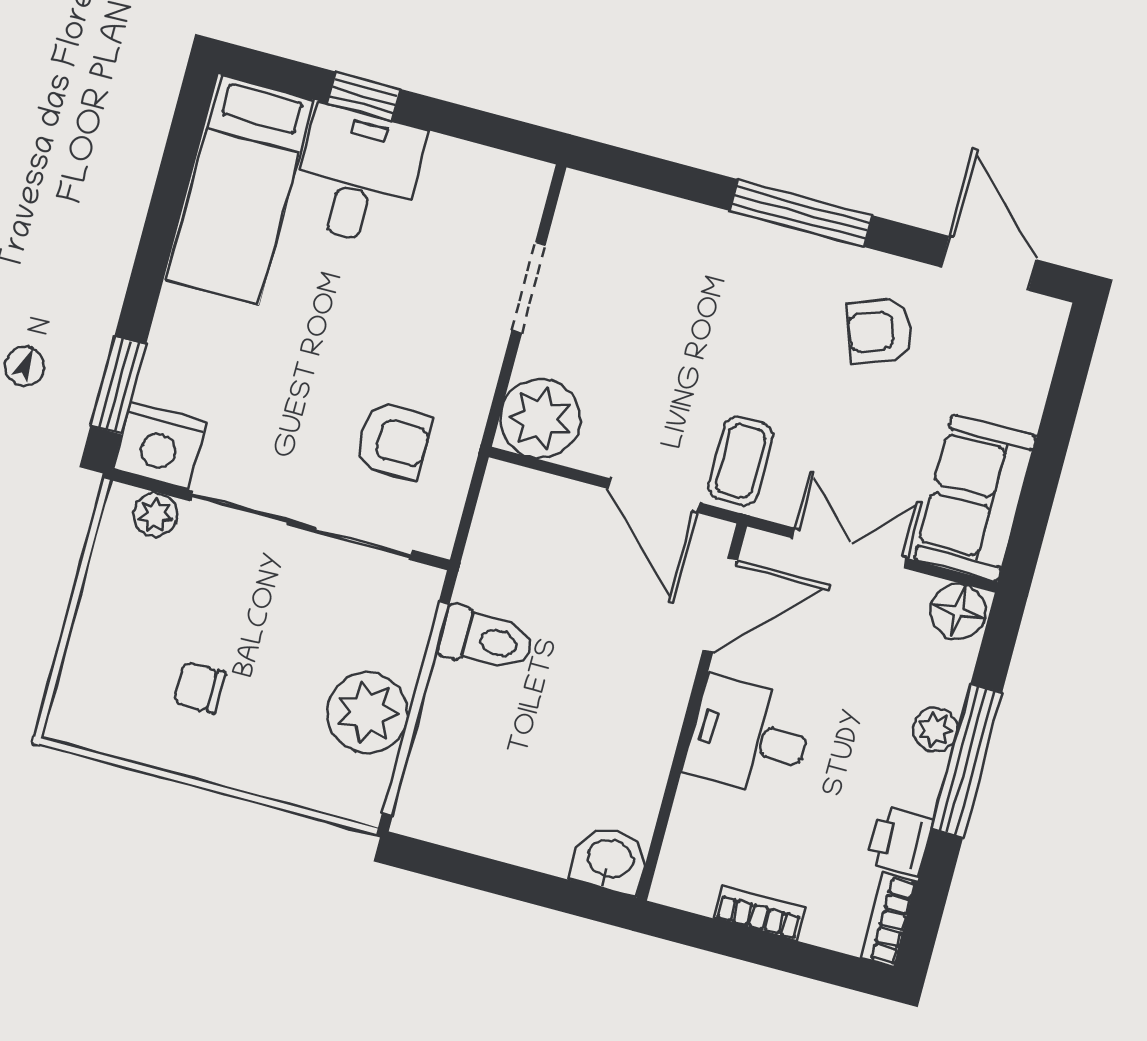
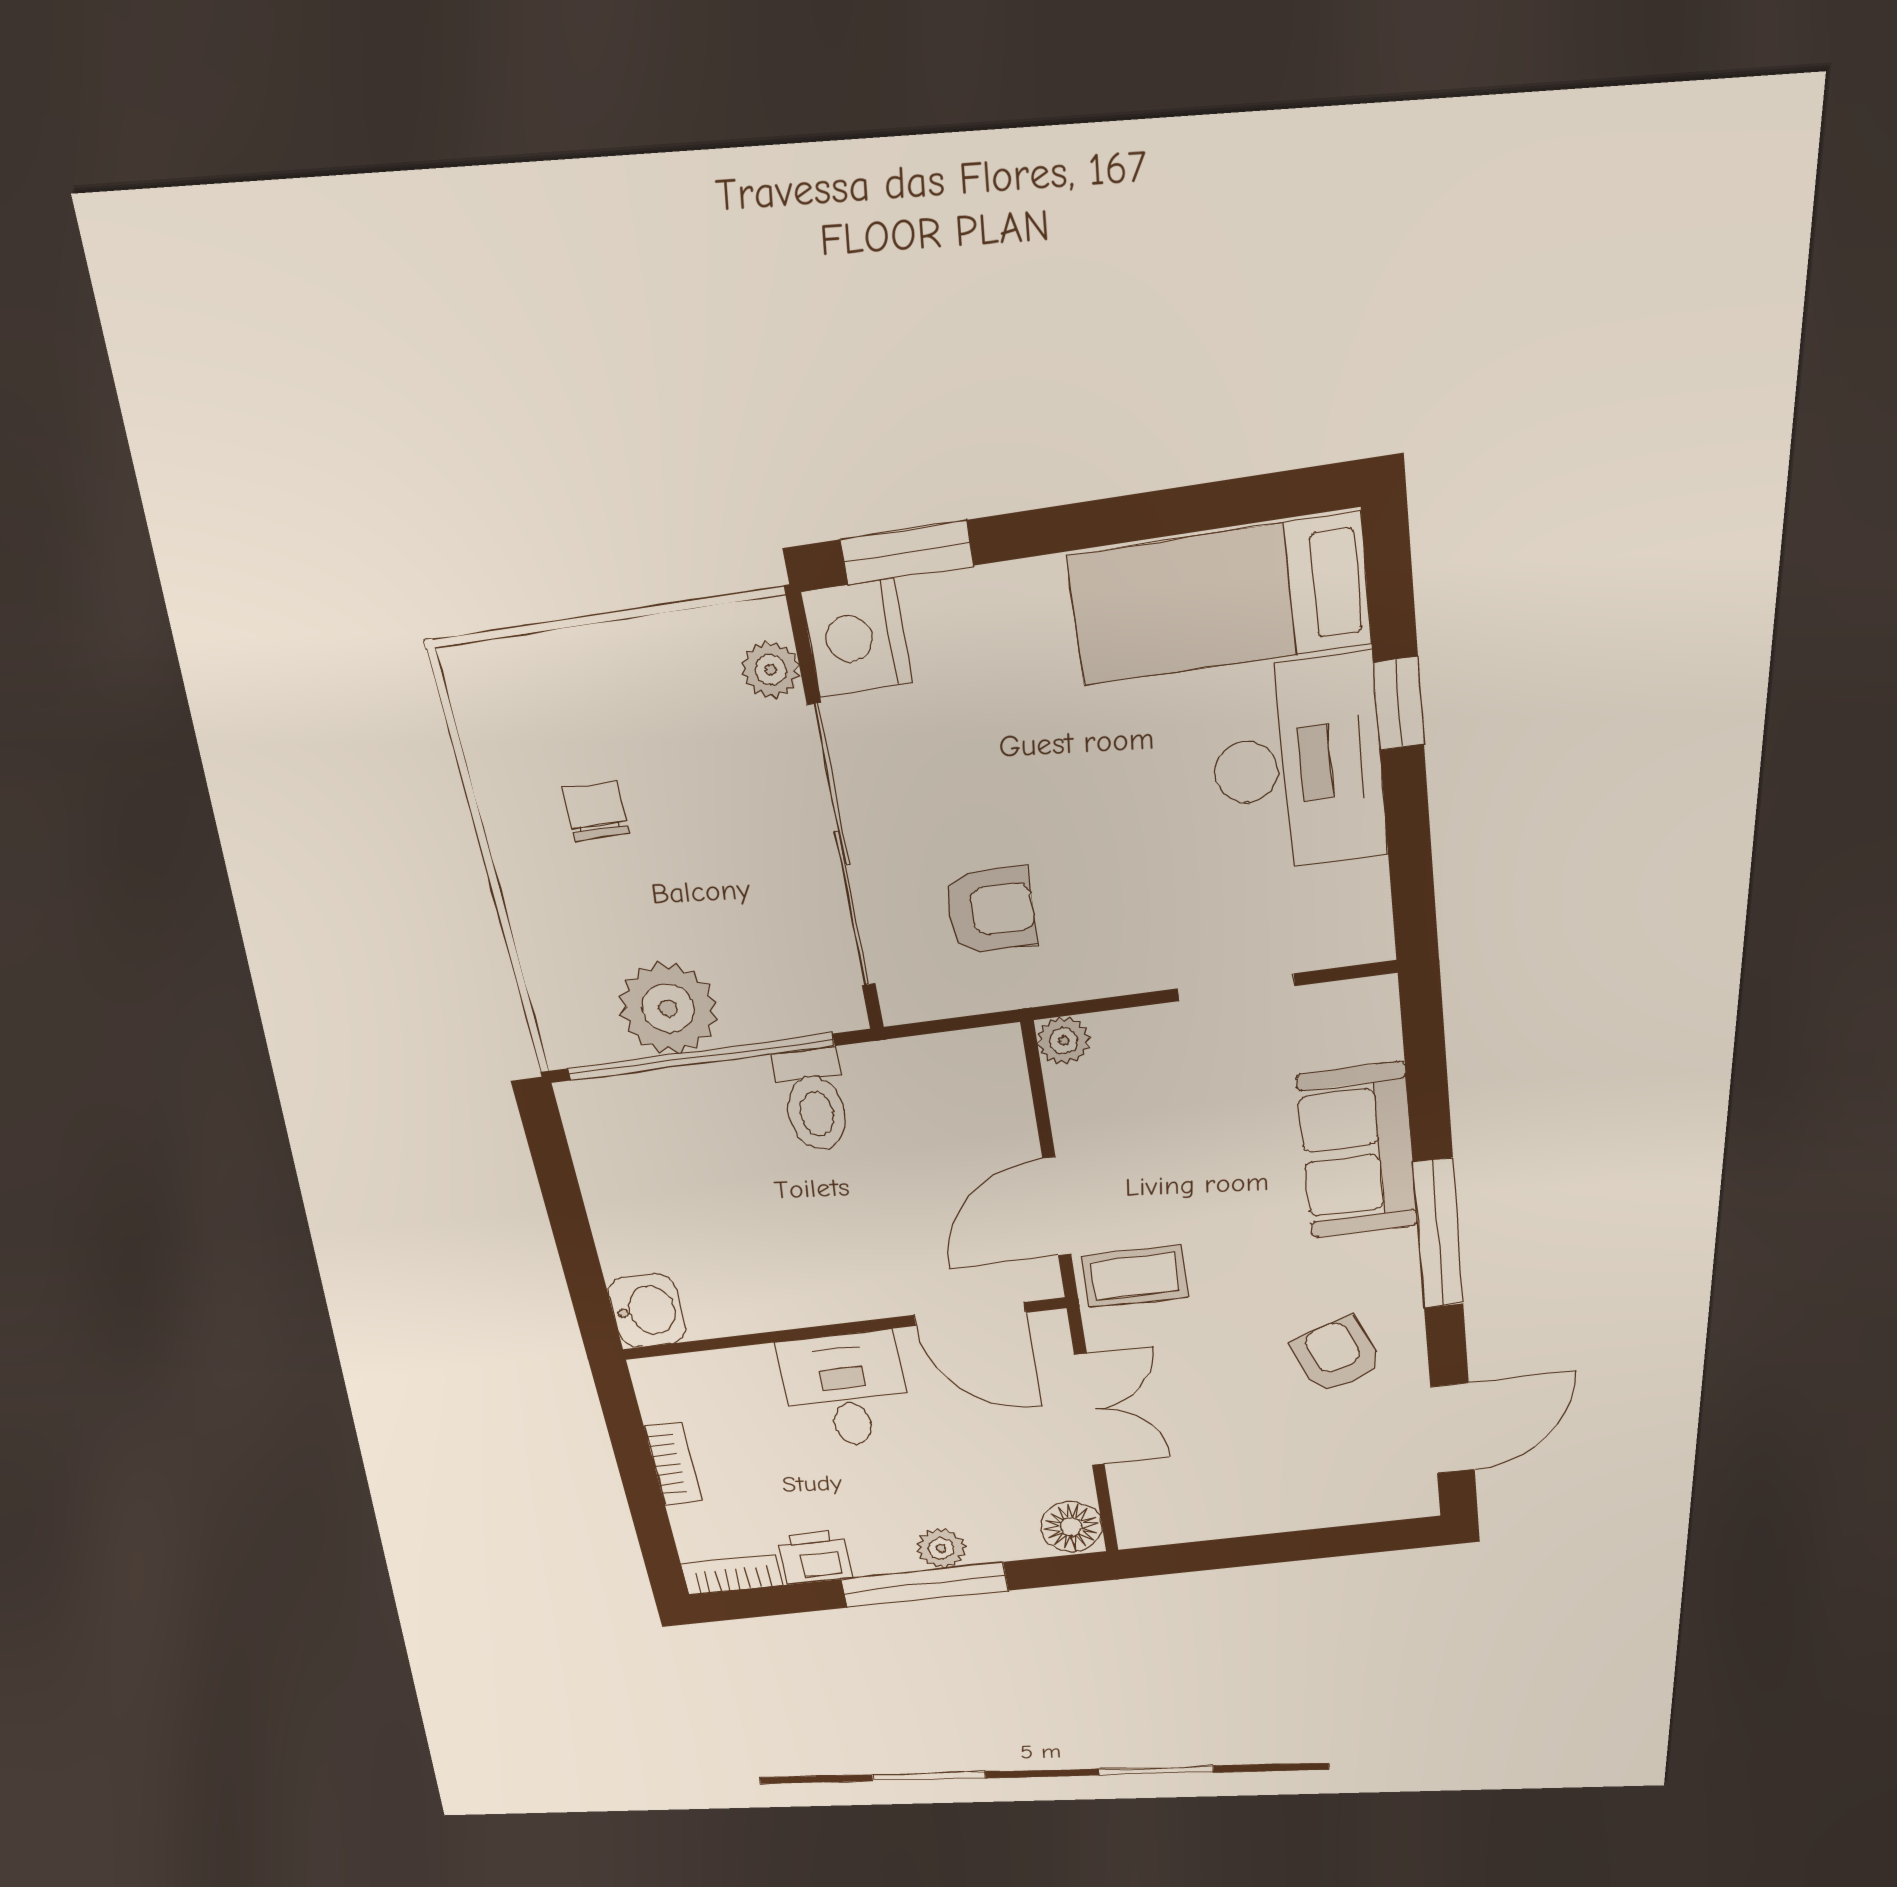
desk: (358, 176) -> (1297, 765), width x1.37
plant: (540, 419) -> (1064, 1041), width x0.53, depth x0.53
armchair: (393, 441) -> (991, 910), turned -90
sofa: (975, 498) -> (1358, 1151), moved, turned -90

